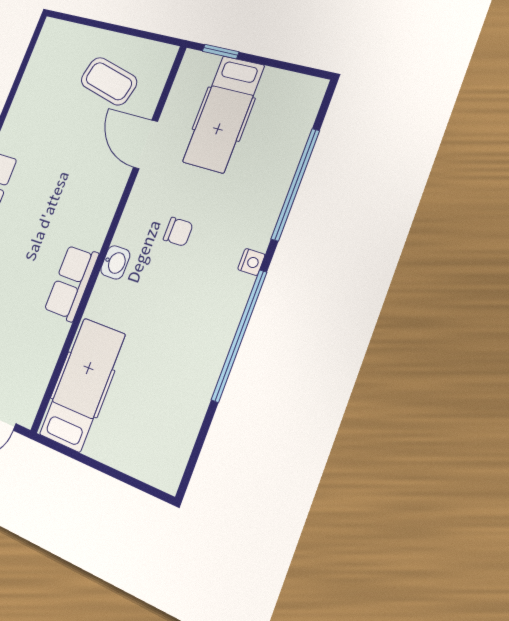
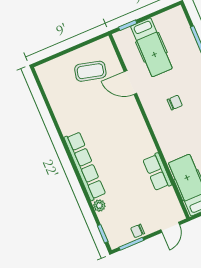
washbasin: (115, 262) -> (161, 134), removed
row of seats: (71, 283) -> (157, 172), moved

